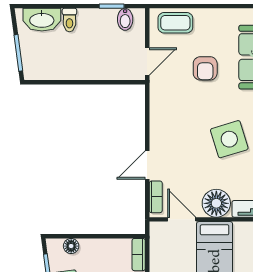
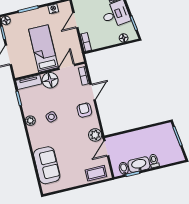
washbasin: (42, 20) -> (139, 165), moved
armchair: (205, 68) -> (84, 110), moved
plant: (161, 89) -> (95, 135), added
side table: (229, 139) -> (51, 117), width x0.54, depth x0.54
door: (182, 219) -> (67, 67), swing flipped

